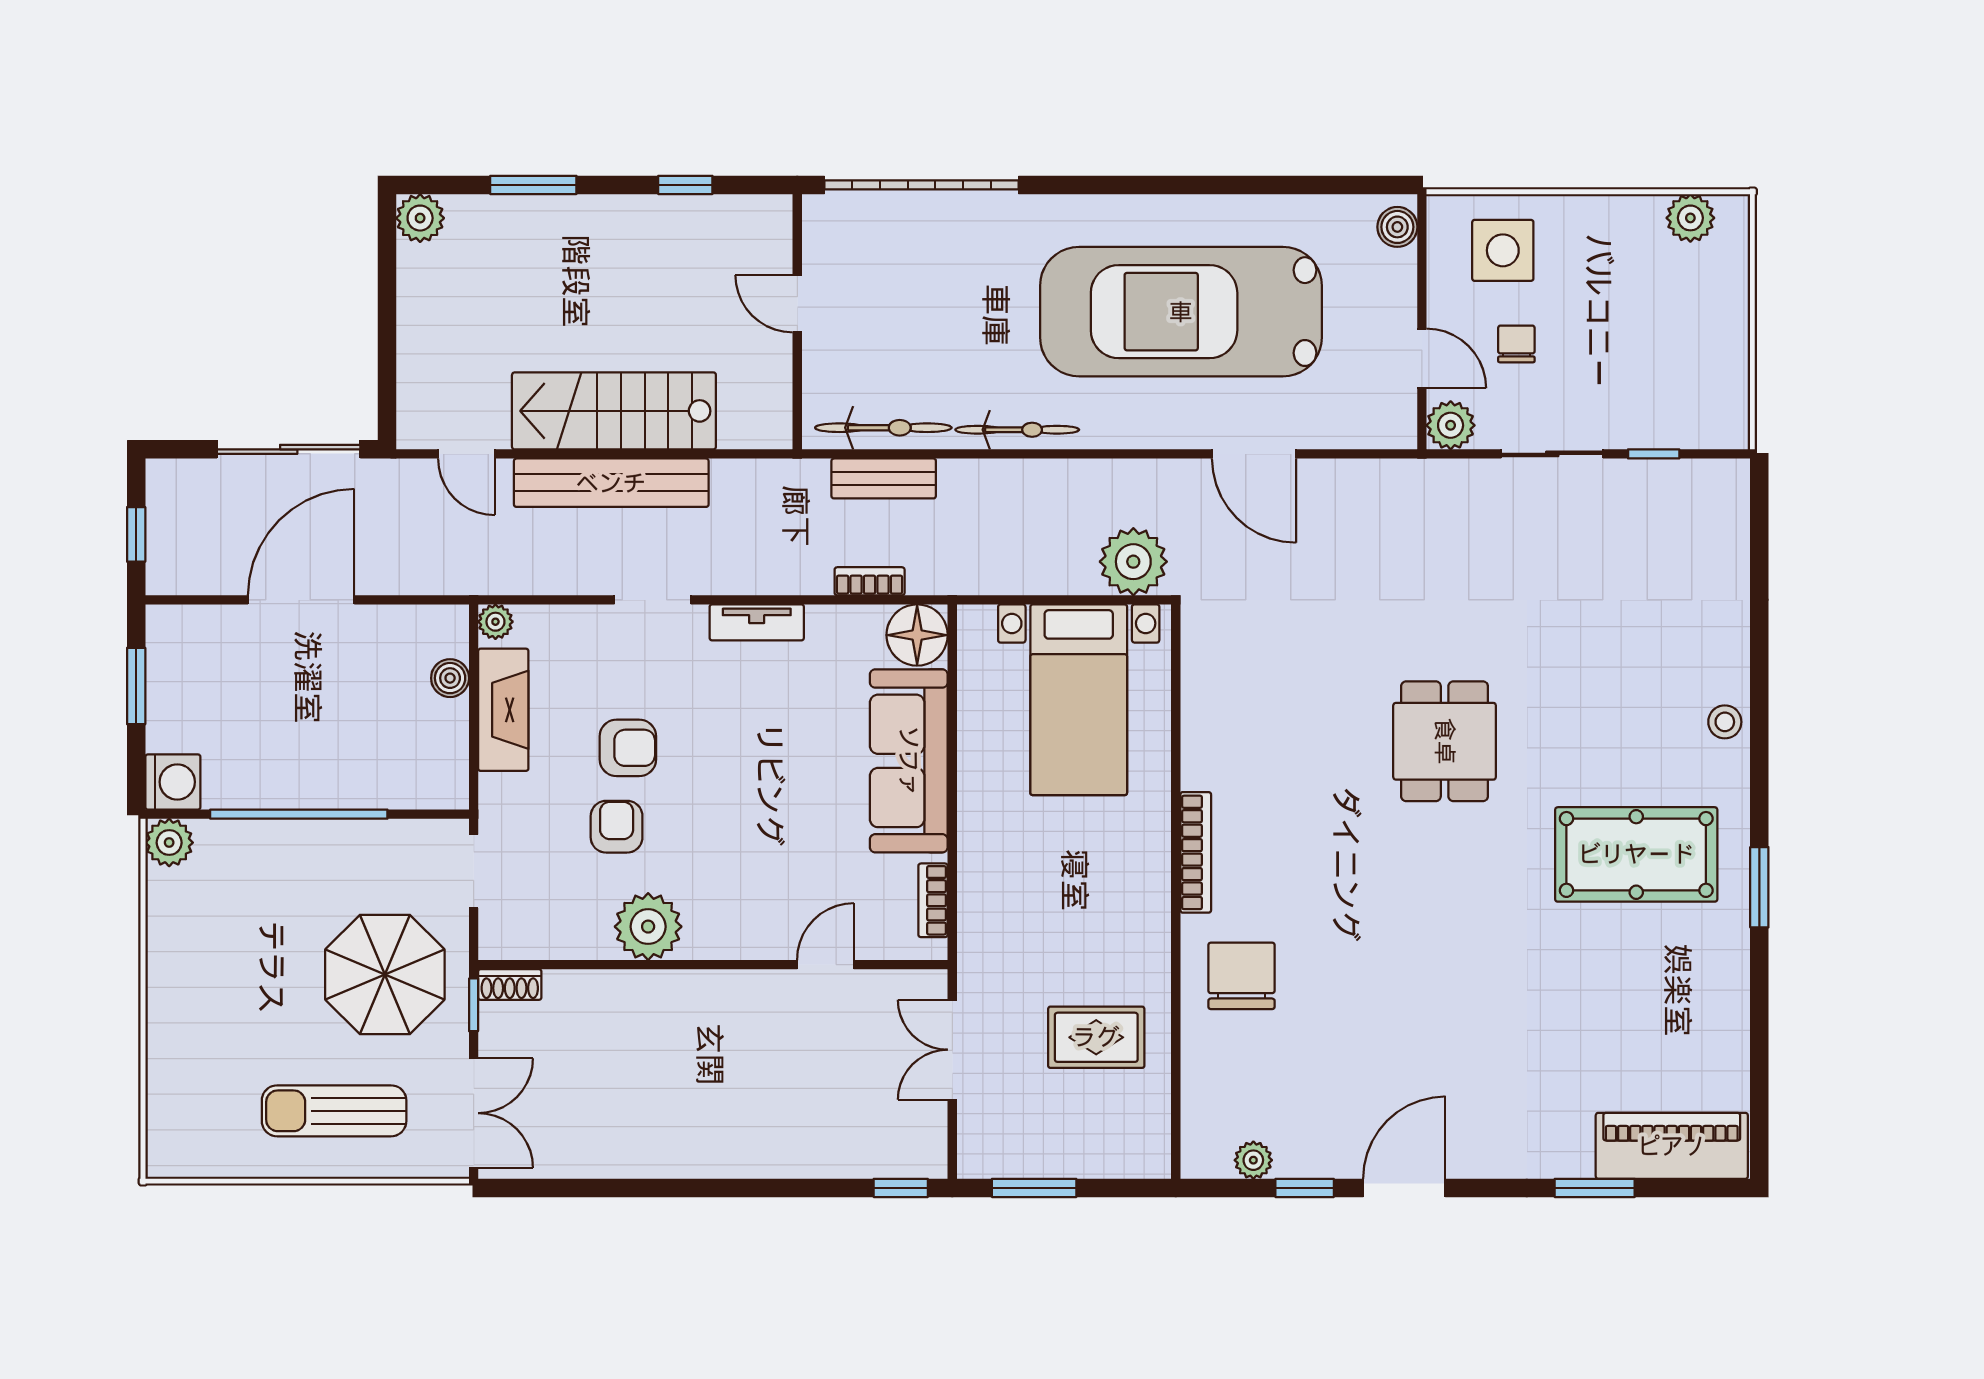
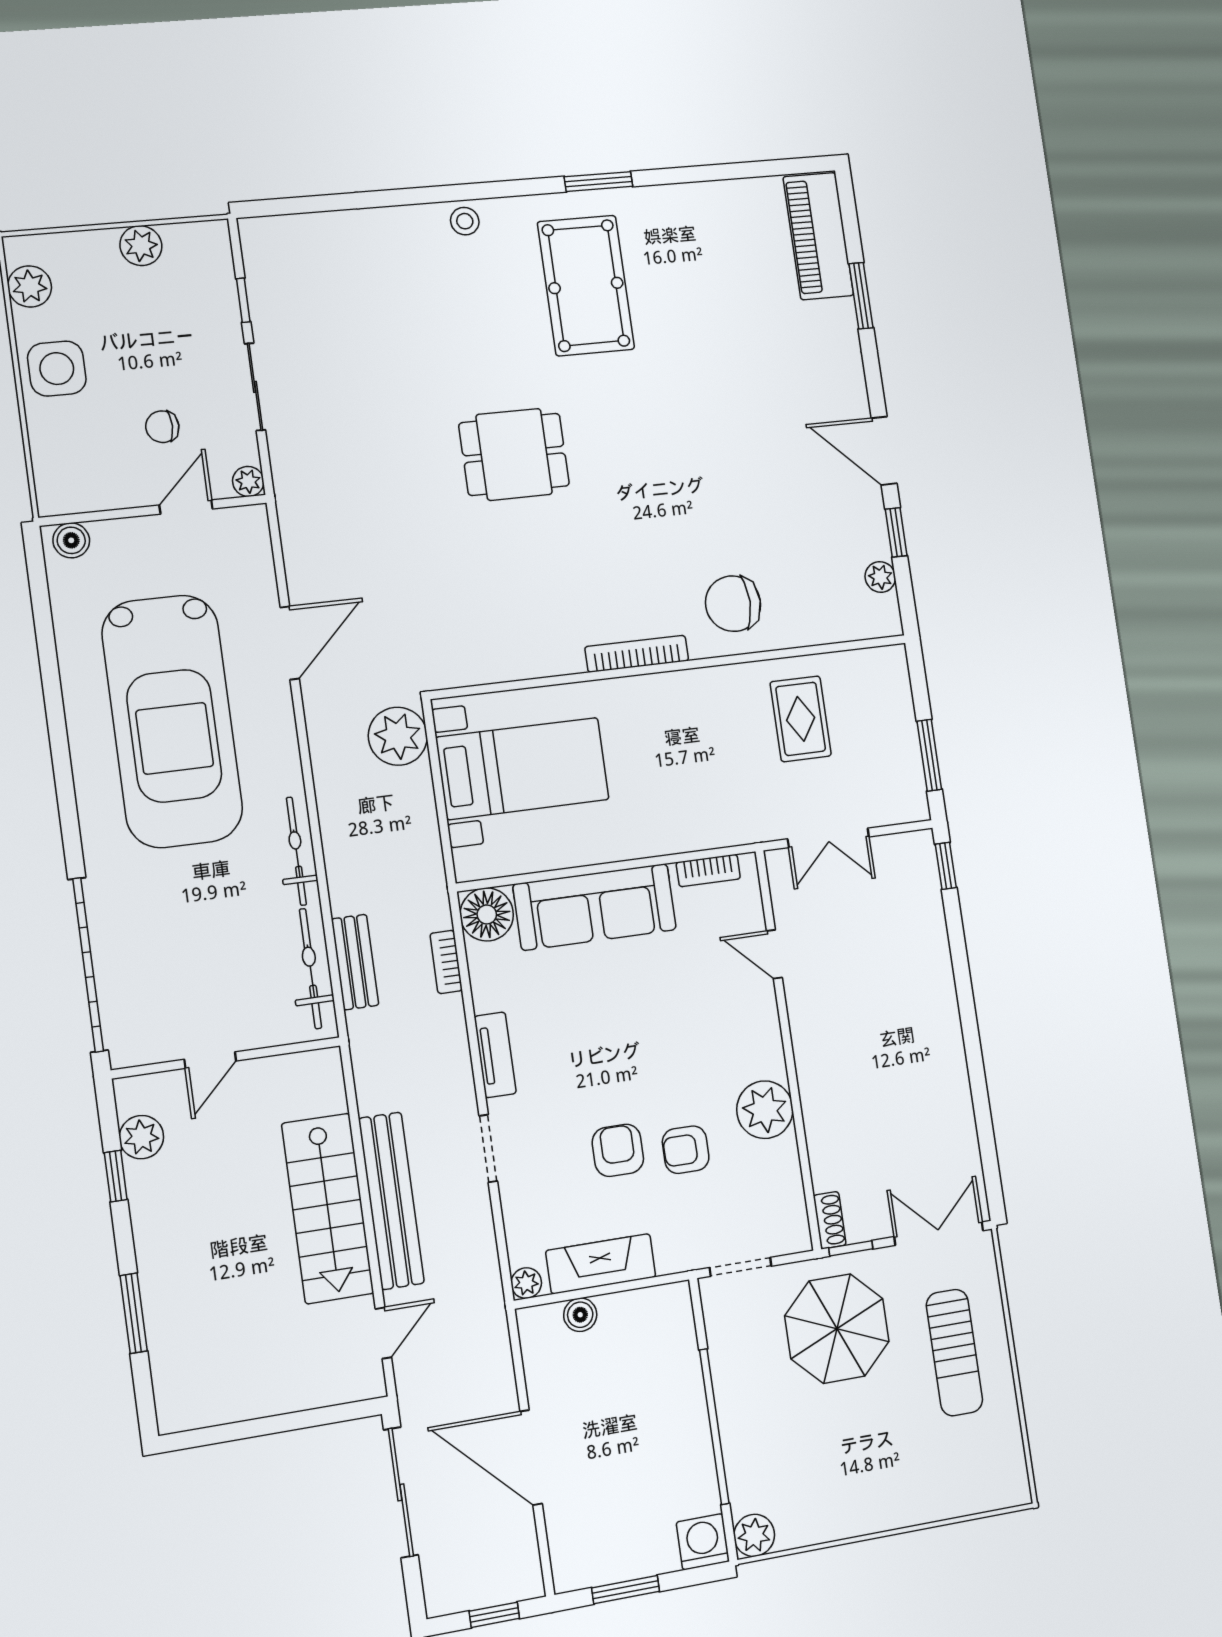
plant: (420, 218) -> (141, 1137), moved
side table: (1503, 250) -> (57, 369), moved
plant: (1727, 347) -> (141, 246), added
plant: (1451, 425) -> (248, 481), width x0.73, depth x0.73

